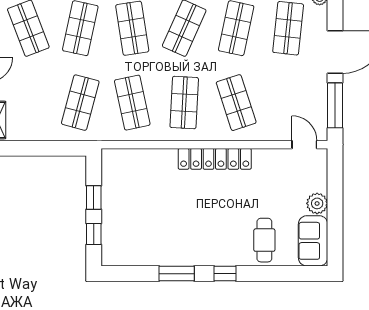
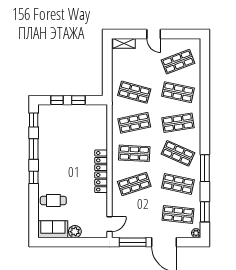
window: (128, 274) -> (34, 120), added

